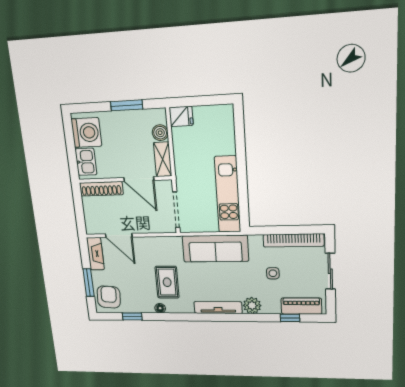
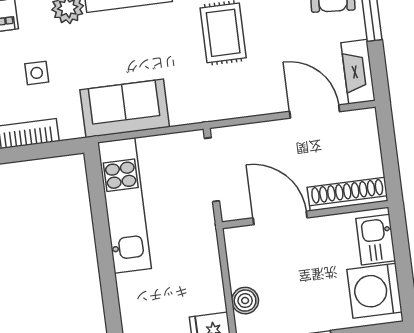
shelving: (163, 159) -> (239, 256), removed
sofa: (215, 249) -> (125, 108), width x0.73

